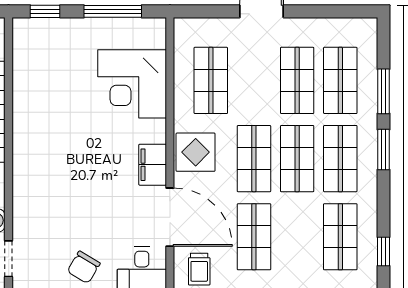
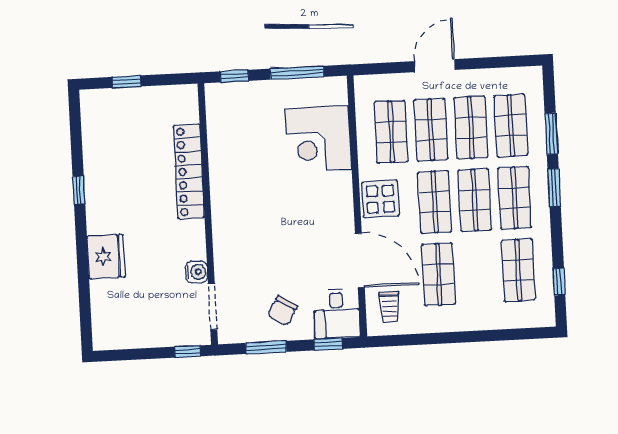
shop shelf: (254, 80) -> (431, 130), added
filing cabinet: (153, 165) -> (341, 213), removed
doorway: (9, 259) -> (213, 307), width x1.38

